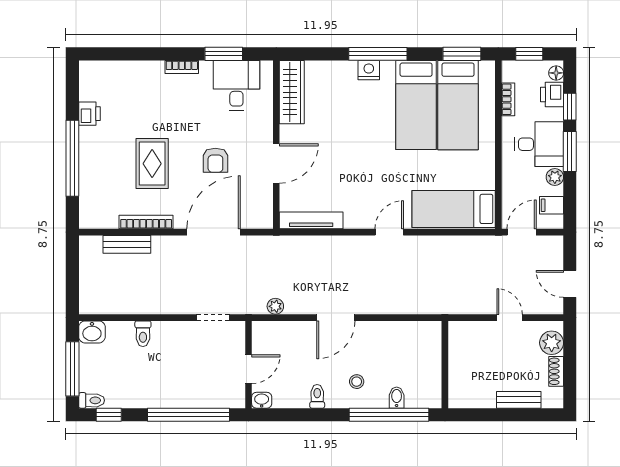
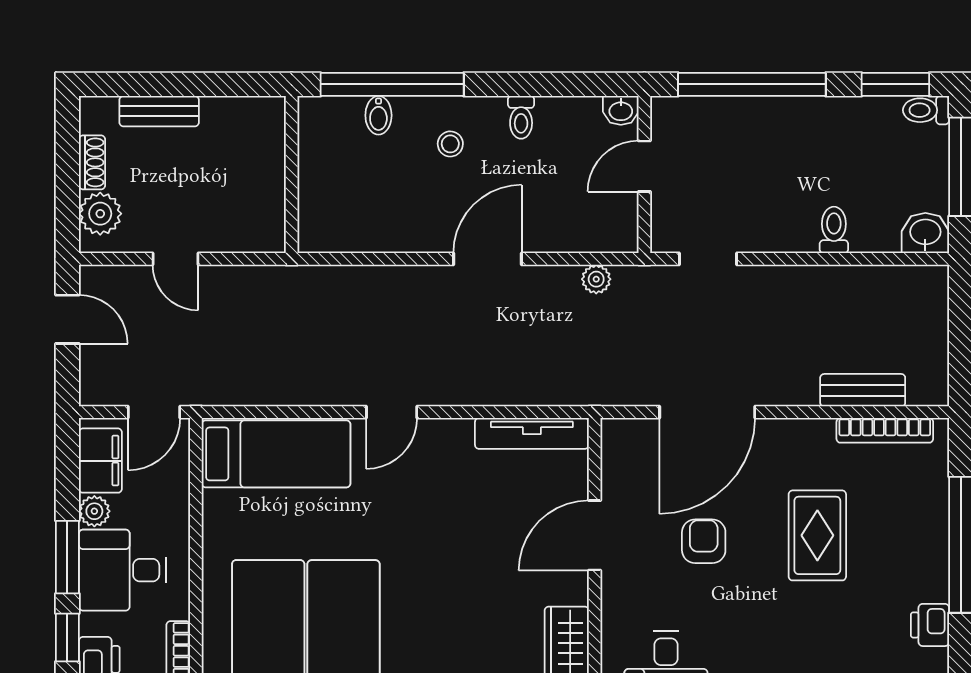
filing cabinet: (551, 205) -> (100, 461), width x2.00
bookcase: (146, 222) -> (885, 430), moved
window: (109, 415) -> (895, 84), width x1.50

